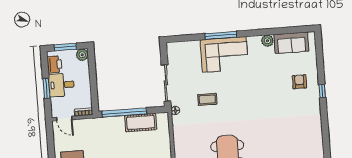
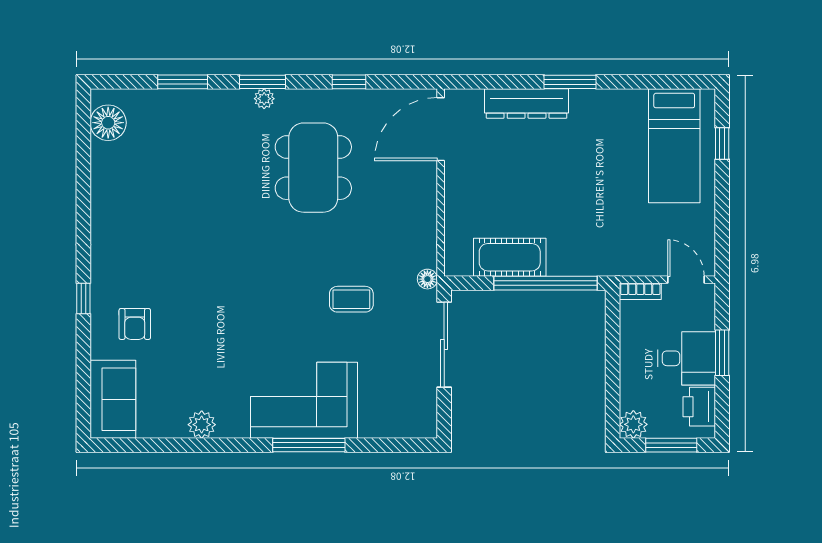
sofa: (291, 43) -> (113, 399), moved, turned 90

